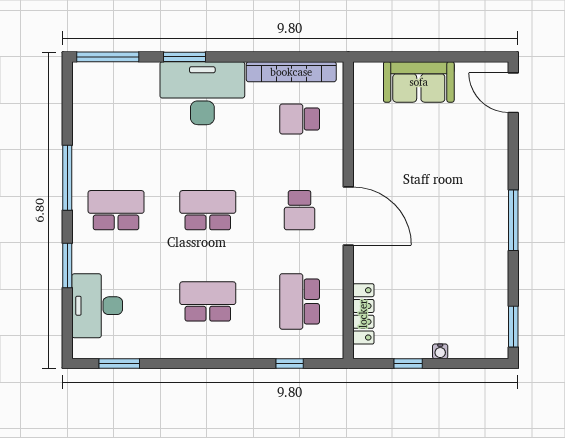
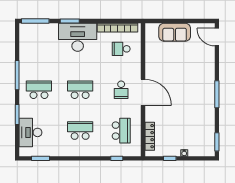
school desk: (300, 301) -> (121, 131), turned 180

